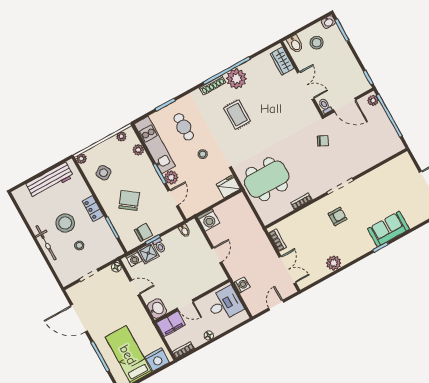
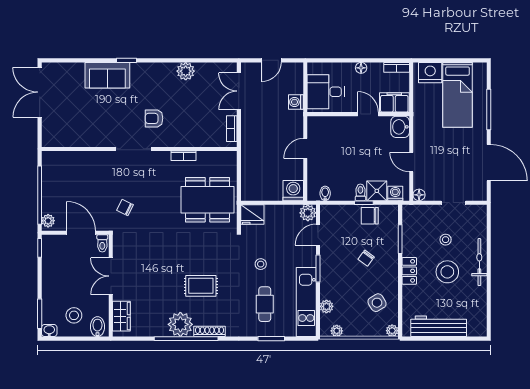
rug: (237, 115) -> (201, 286), turned 90
plant: (171, 177) -> (308, 213), moved
chair: (129, 200) -> (366, 258), width x0.54, depth x0.54

